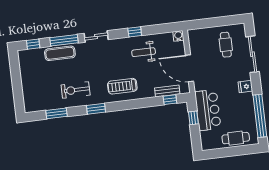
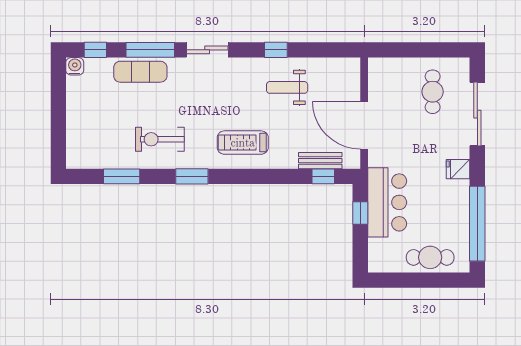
water cooler: (178, 36) -> (75, 66), moved

